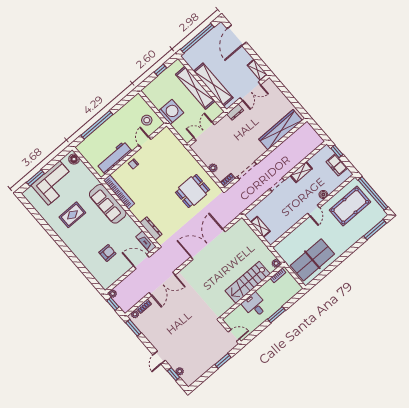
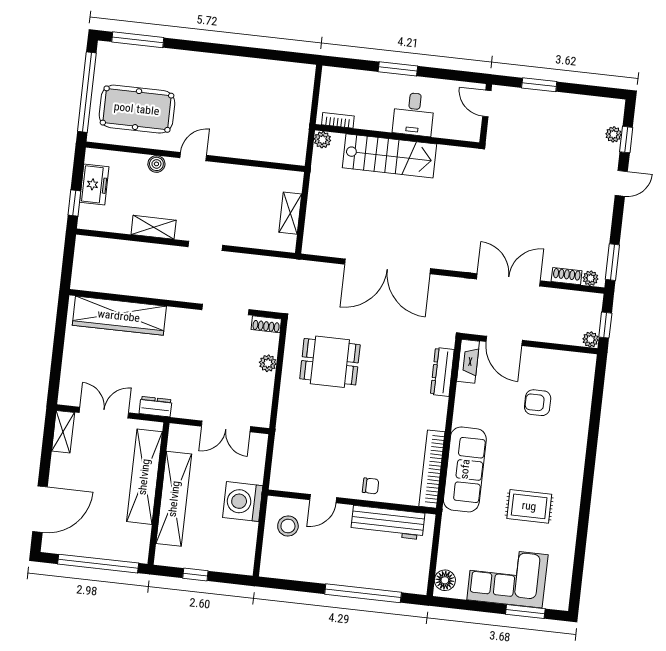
table tennis table: (312, 260) -> (268, 91), removed

